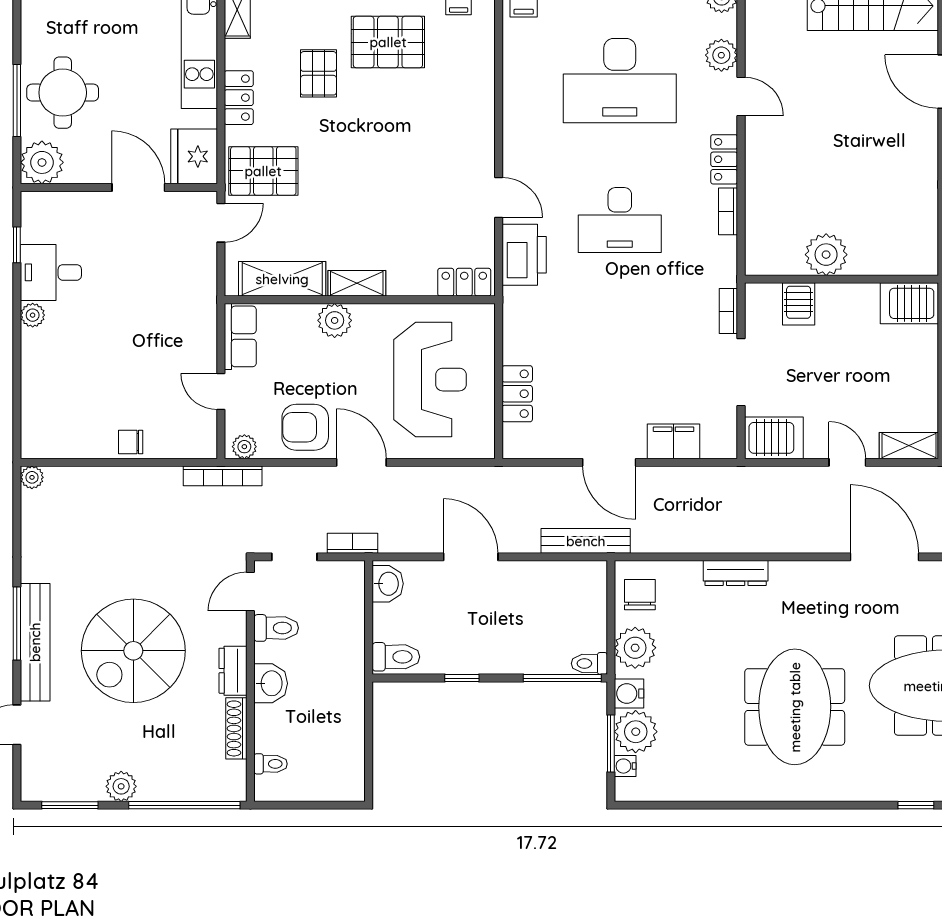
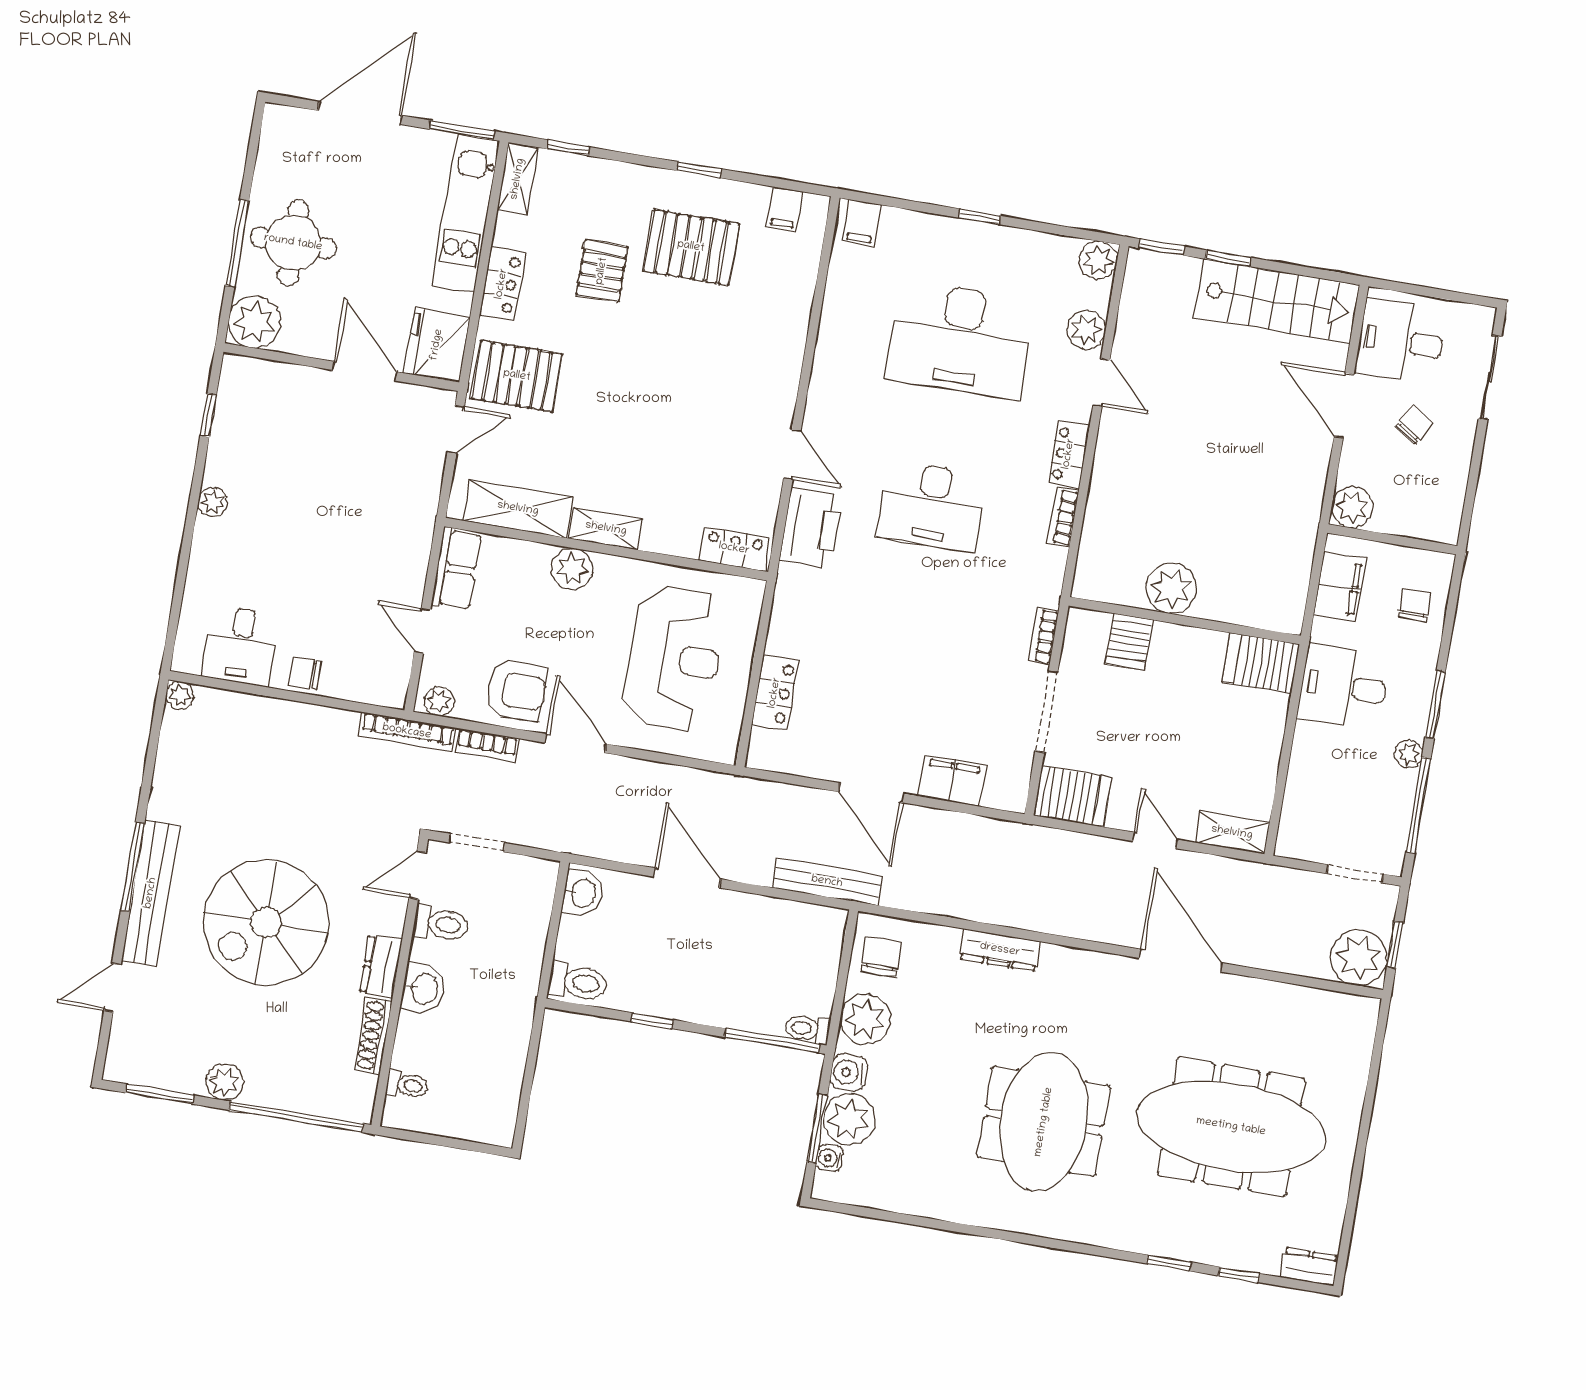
desk: (51, 272) -> (241, 646), moved, turned -90
armchair: (305, 427) -> (516, 690), turned 180
bookcase: (353, 543) -> (487, 745), moved, turned 180

